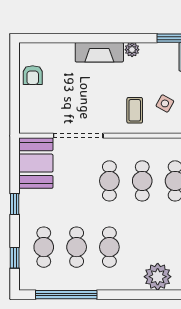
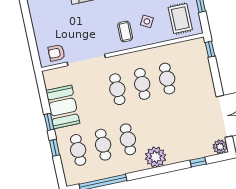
armchair: (33, 75) -> (56, 53), moved, turned 90
booth: (36, 163) -> (63, 107), moved
window: (15, 258) -> (55, 148), moved
plant: (158, 277) -> (156, 157), moved

